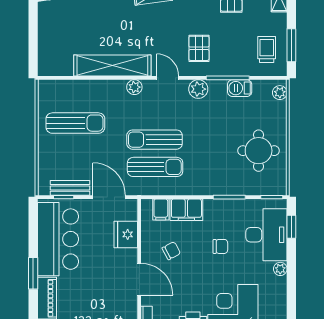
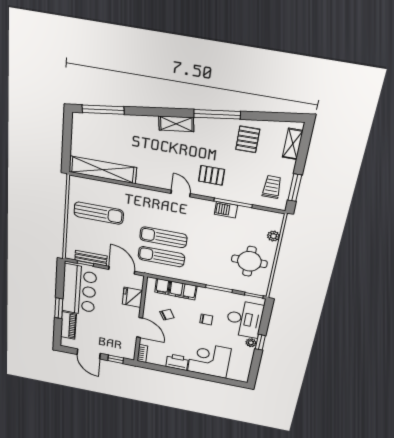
pallet: (199, 48) -> (212, 175), turned 90
shelving: (112, 65) -> (103, 170), moved
plant: (134, 87) -> (151, 195), removed
barbecue: (240, 88) -> (226, 210), moved
plant: (198, 89) -> (206, 207), removed
plant: (280, 93) -> (274, 236), moved
sun lounger: (155, 167) -> (161, 257), turned 180
window: (291, 227) -> (260, 342), moved

